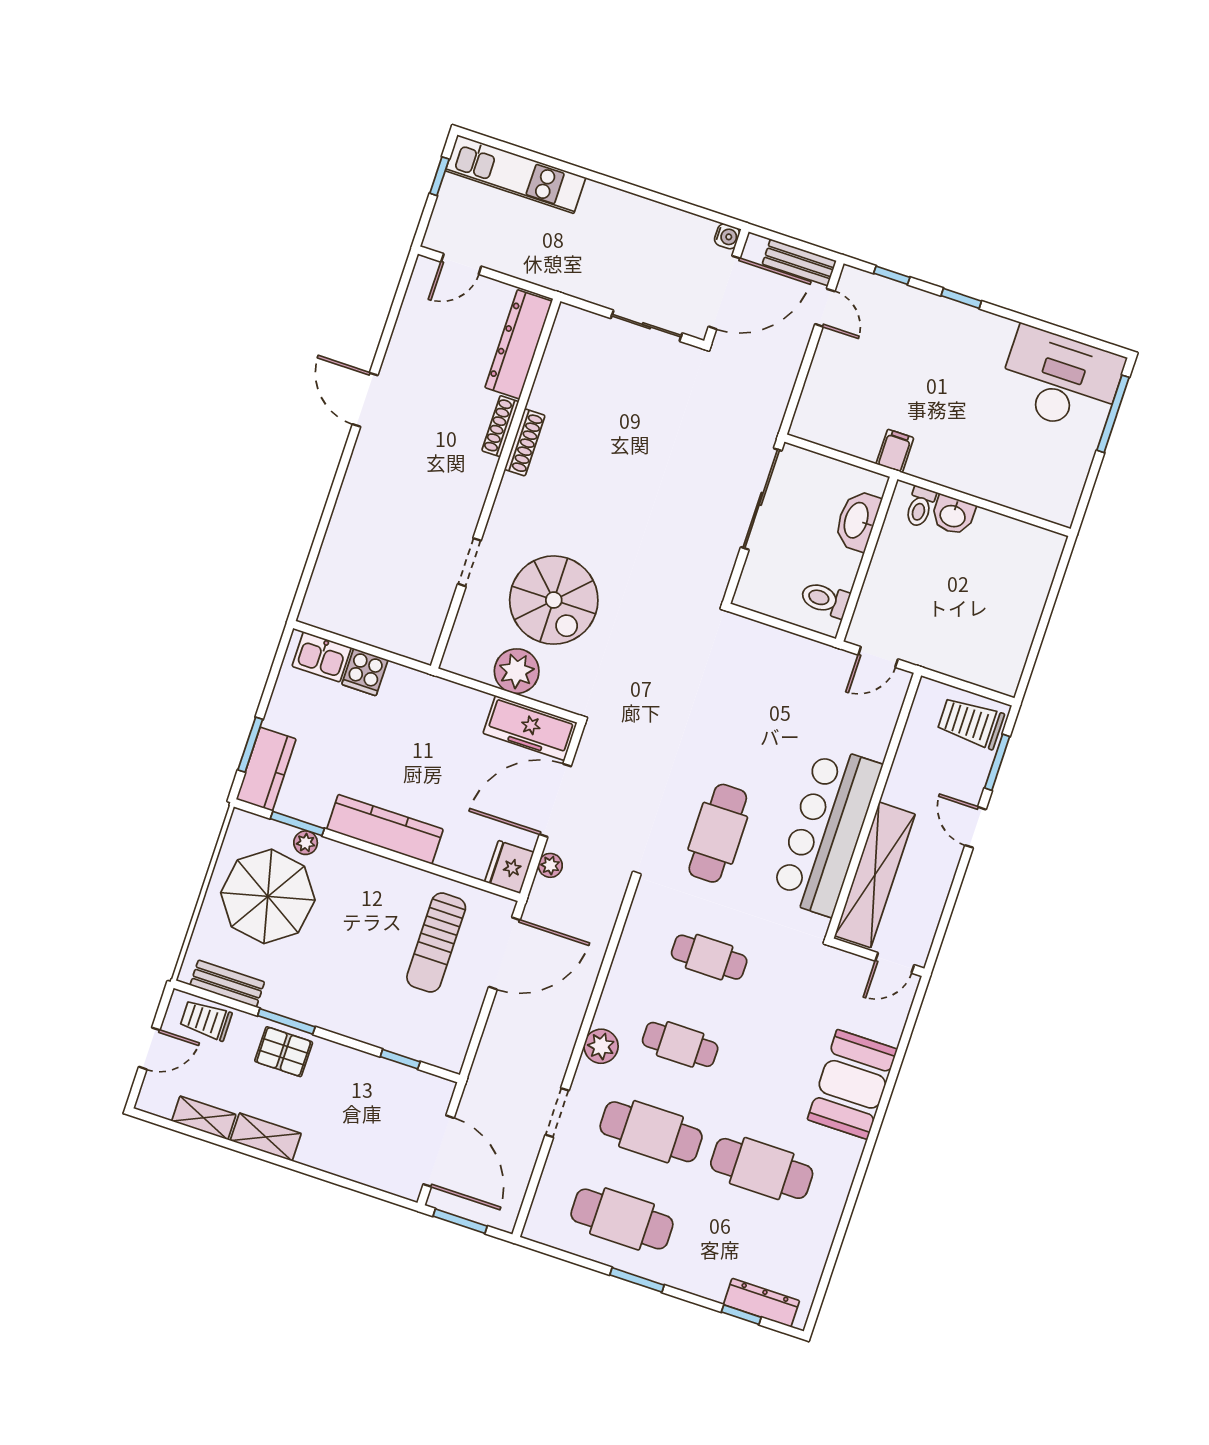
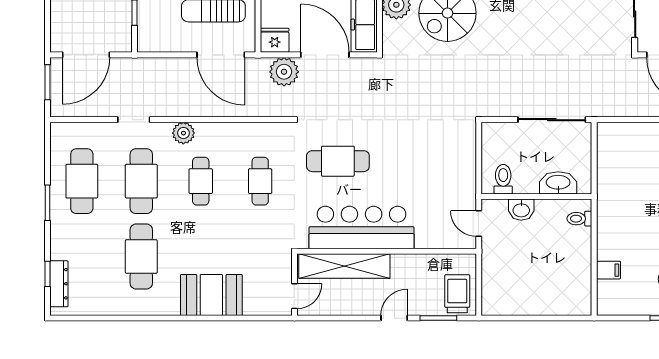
filing cabinet: (895, 451) -> (608, 270), moved
washbasin: (953, 515) -> (521, 210), moved, turned -90
plant: (550, 865) -> (284, 72), width x1.88, depth x1.88
door: (895, 963) -> (294, 296), swing flipped

